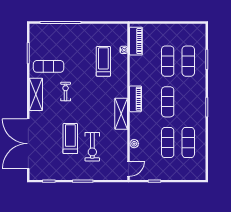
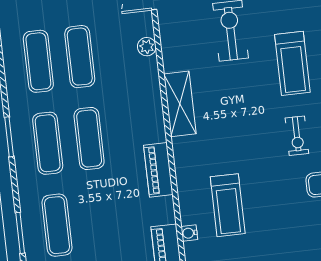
exercise mat: (168, 61) -> (48, 143), moved
piano: (135, 99) -> (158, 170), moved
treadmill: (70, 139) -> (292, 63), moved

